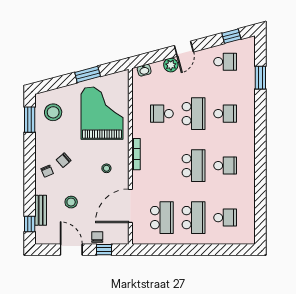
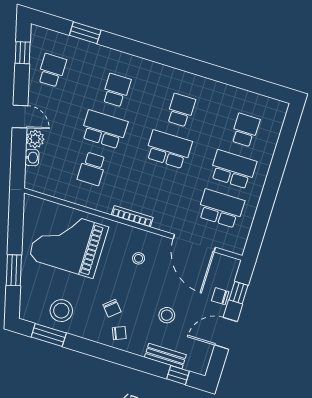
washbasin: (144, 70) -> (32, 158), moved
window: (88, 74) -> (14, 270), moved
stool: (53, 112) -> (61, 311), moved

